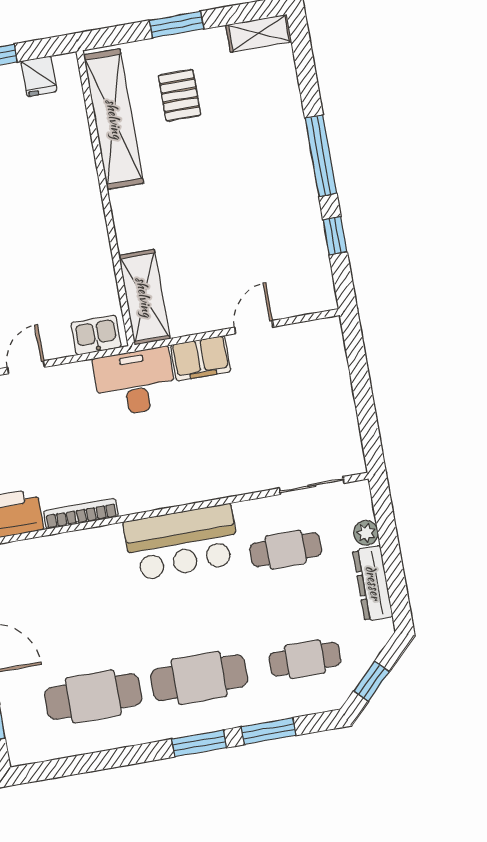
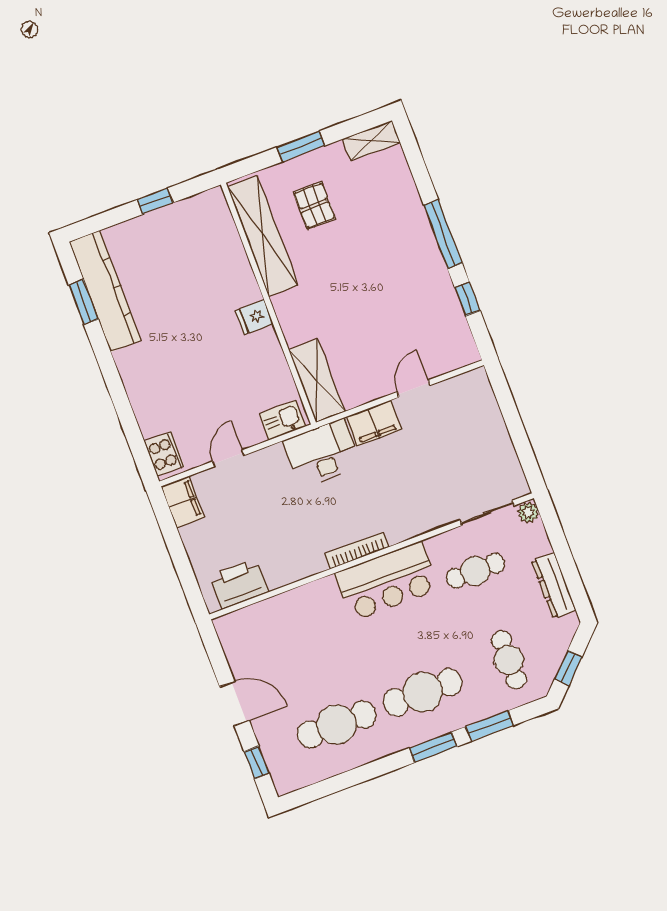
fridge: (39, 76) -> (254, 317), moved, turned 90
bookcase: (81, 514) -> (357, 550), moved
plant: (366, 533) -> (528, 512), moved
cafe table: (305, 659) -> (509, 660), turned 90

